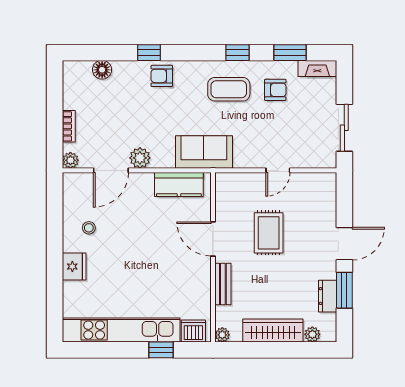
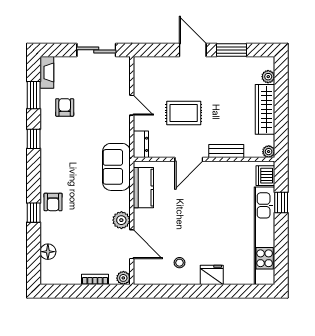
coffee table: (229, 89) -> (64, 146), removed
dresser: (328, 296) -> (141, 144), moved, turned -90

